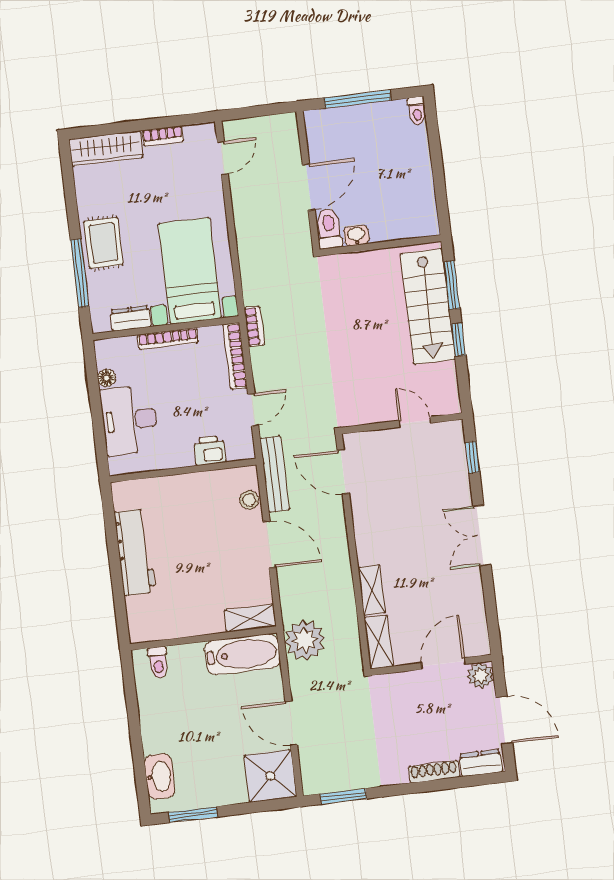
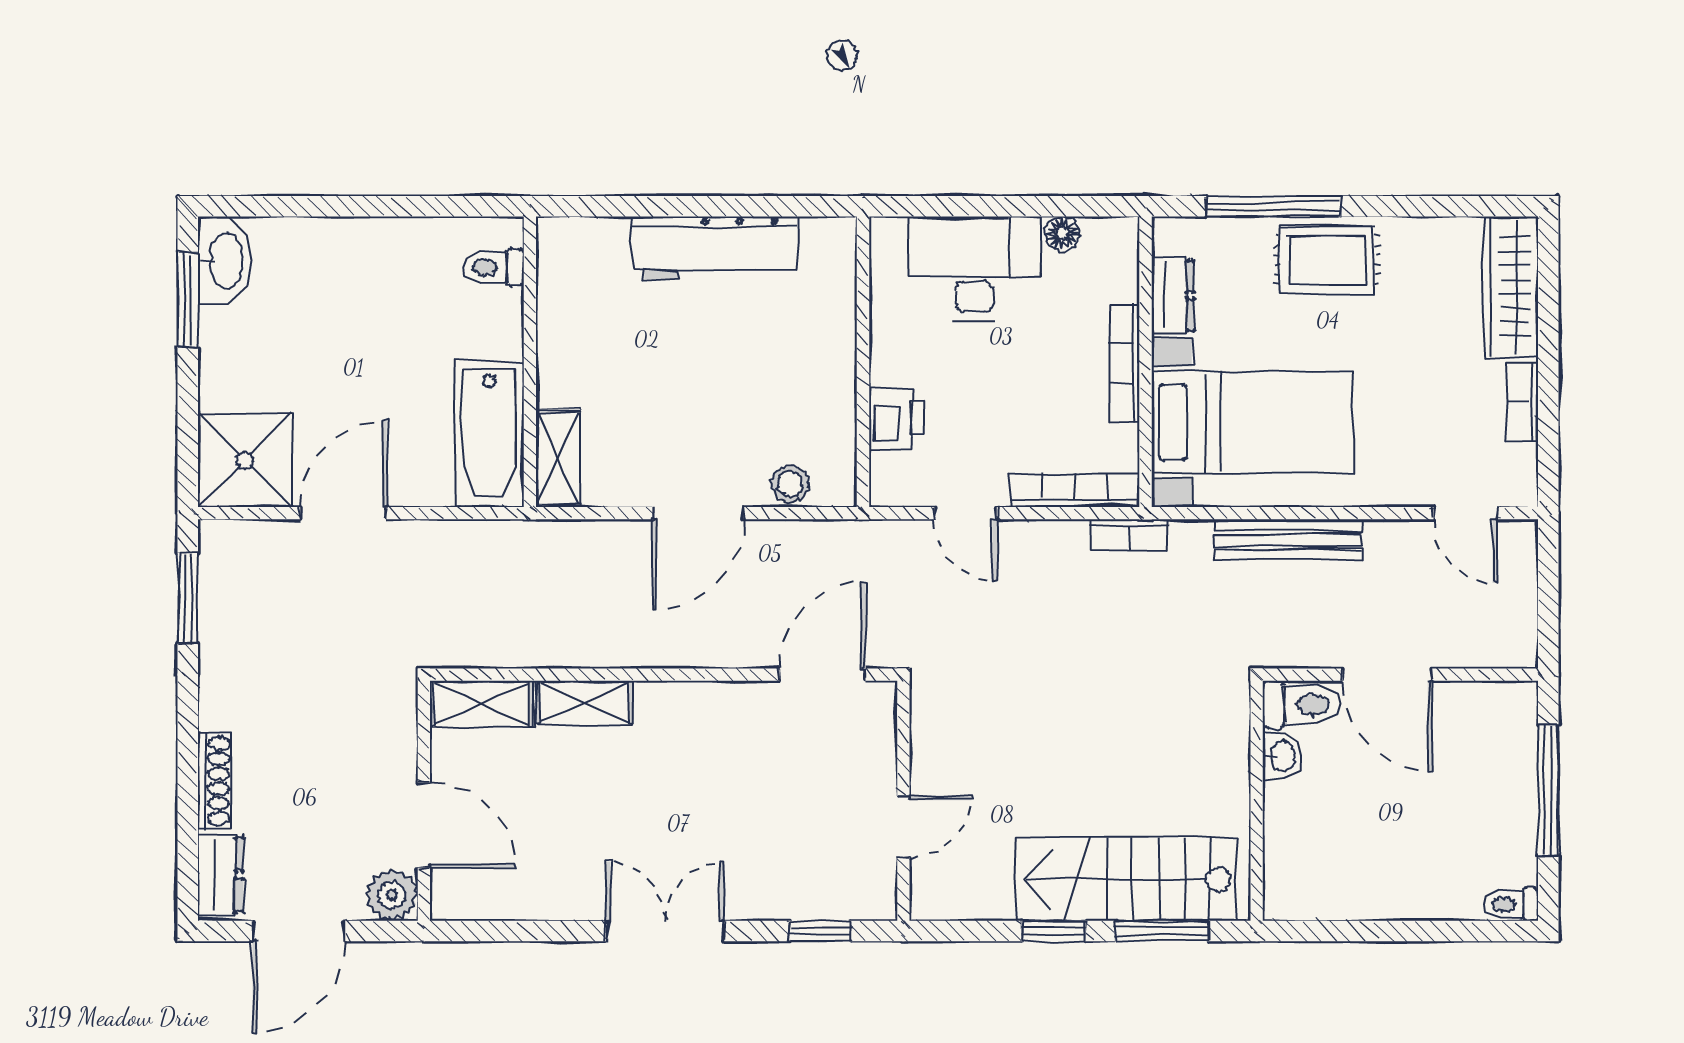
bench: (275, 474) -> (1288, 540), moved
plant: (305, 640) -> (502, 559), removed
washbasin: (160, 776) -> (225, 261), moved, turned -90

